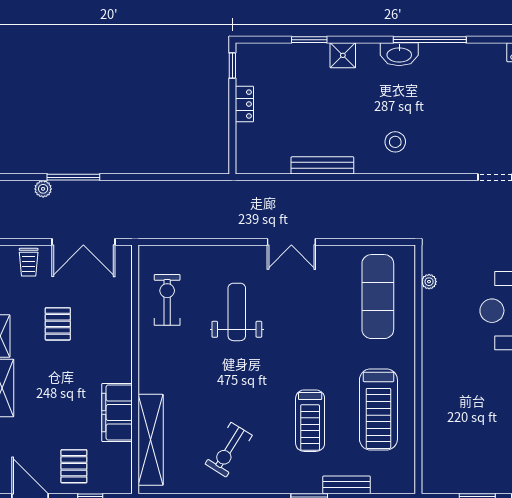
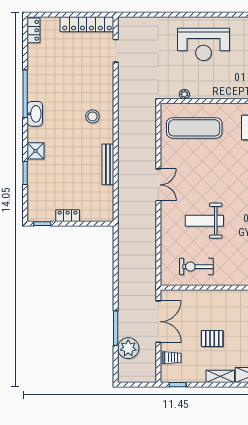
plant: (43, 189) -> (128, 348), width x1.88, depth x1.88

